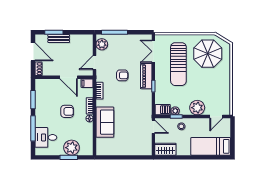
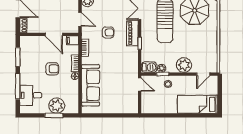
door: (95, 63) -> (80, 19), swing flipped
sofa: (105, 122) -> (90, 85), width x1.36
wardrobe: (165, 149) -> (152, 107), removed

